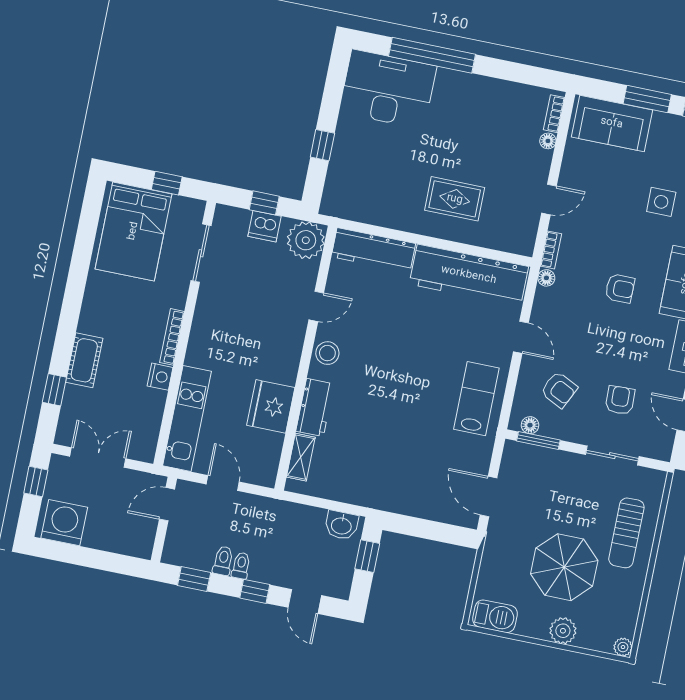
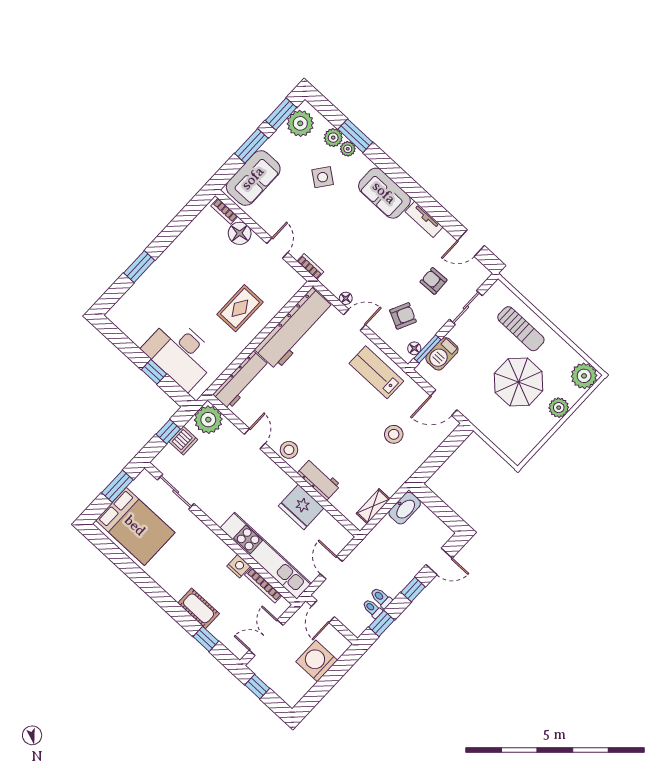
window: (432, 55) -> (139, 267), width x0.47
desk: (388, 89) -> (180, 353), moved, turned -90
floor lamp: (548, 141) -> (240, 233), width x1.89, depth x1.89
window: (167, 183) -> (117, 486), width x1.50
side table: (661, 202) -> (323, 177), turned 37
floor lamp: (546, 278) -> (346, 298), moved
armchair: (620, 288) -> (362, 237), removed
bookcase: (172, 337) -> (263, 585), moved
kitchen unit: (187, 418) -> (266, 556), width x1.36
shelving: (301, 457) -> (373, 506), moved, turned 90
stool: (418, 461) -> (394, 434), added
door: (223, 483) -> (331, 568), hinge flipped
washing machine: (64, 523) -> (317, 661), moved
washbasin: (341, 525) -> (405, 508), width x1.38
window: (367, 556) -> (435, 504), removed
toilet: (241, 566) -> (372, 609), moved
barbecue: (495, 616) -> (442, 354), moved, turned 180
plant: (623, 647) -> (584, 376), width x1.88, depth x1.88

